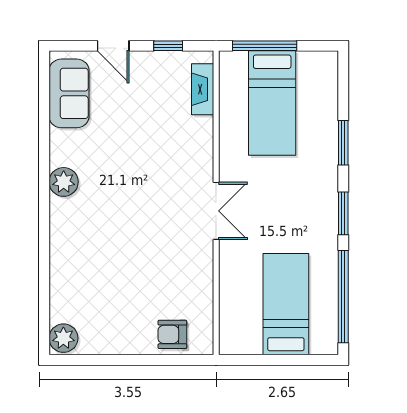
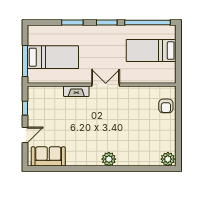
fireplace: (203, 89) -> (76, 91), moved
plant: (64, 182) -> (109, 159), moved

